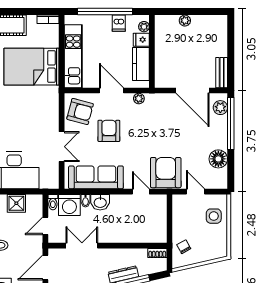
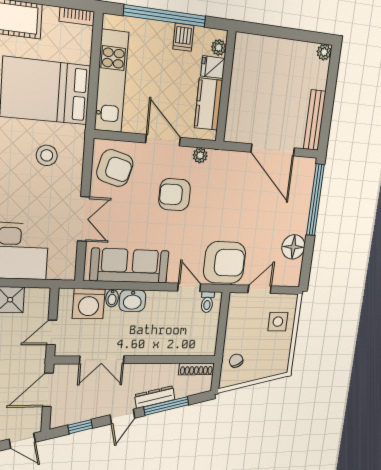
plant: (185, 21) -> (324, 52), moved
bench: (222, 73) -> (315, 120), width x1.36
stool: (35, 107) -> (47, 155), added
plant: (220, 108) -> (305, 177), removed
armchair: (109, 131) -> (175, 195), moved, turned -90
armchair: (166, 173) -> (225, 263), turned 90
door: (196, 192) -> (260, 289), hinge flipped
toilet: (53, 202) -> (207, 302), moved
double door: (82, 246) -> (102, 360), swing flipped
shoe rack: (157, 253) -> (196, 369), width x1.43

